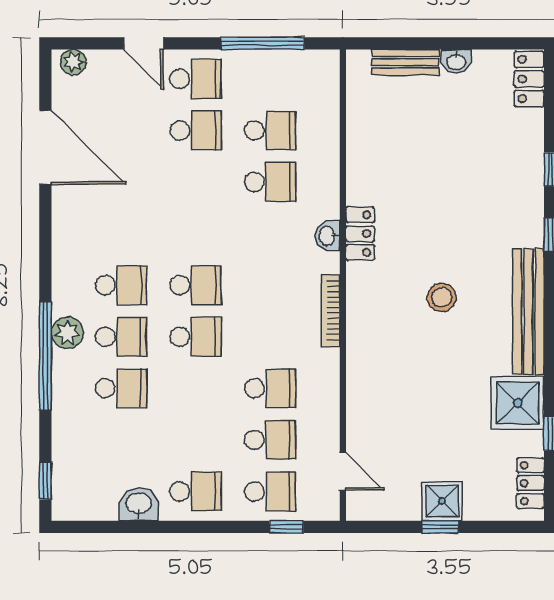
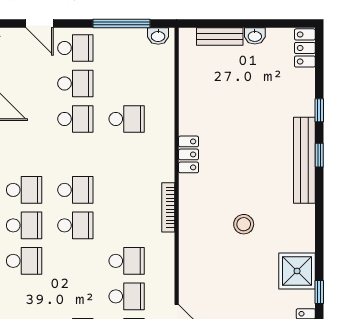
school desk: (270, 130) -> (75, 119), moved
washbasin: (328, 236) -> (158, 36), moved, turned -90
stool: (442, 297) -> (244, 224), moved
bench: (528, 312) -> (304, 160), moved

